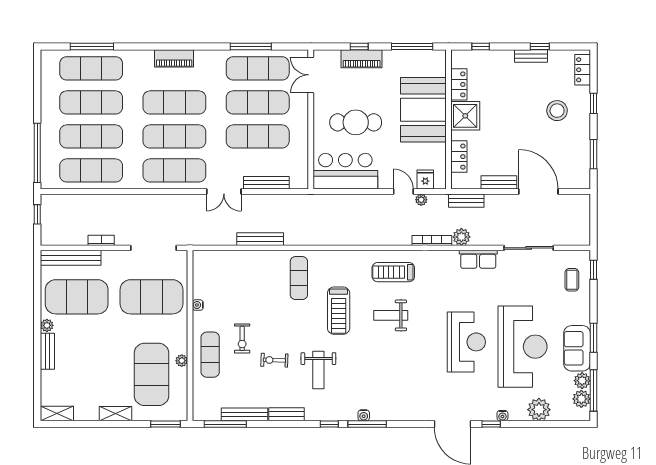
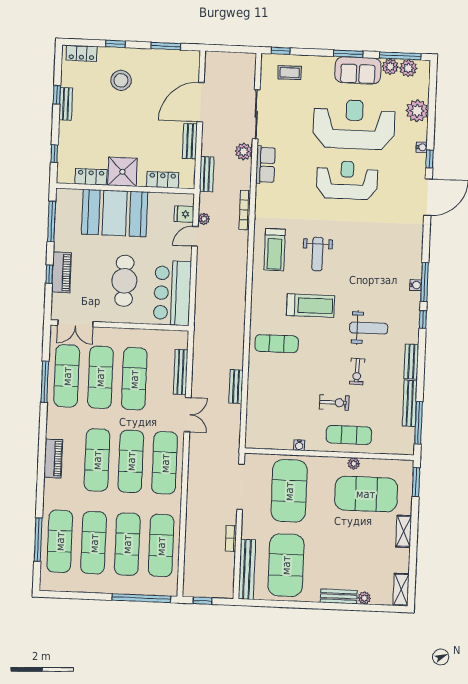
plant: (461, 237) -> (244, 151), moved
bench: (260, 239) -> (236, 387), width x0.73
plant: (47, 325) -> (364, 598), moved

